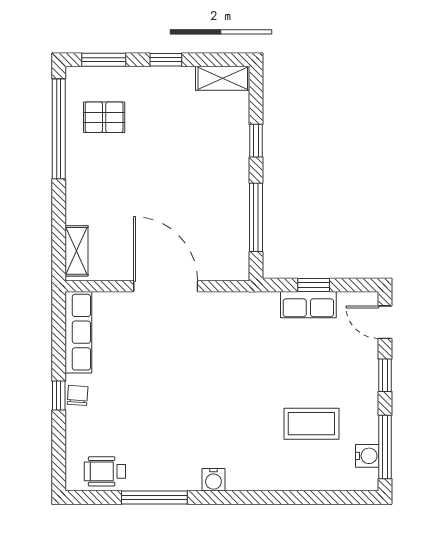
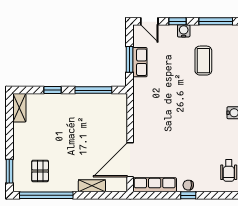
window: (166, 60) -> (9, 138), removed
shelving: (76, 251) -> (92, 186), moved
window: (314, 285) -> (129, 59), width x1.50
door: (166, 286) -> (130, 160), moved
door: (385, 322) -> (149, 21), hinge flipped
water cooler: (367, 456) -> (184, 31), moved

